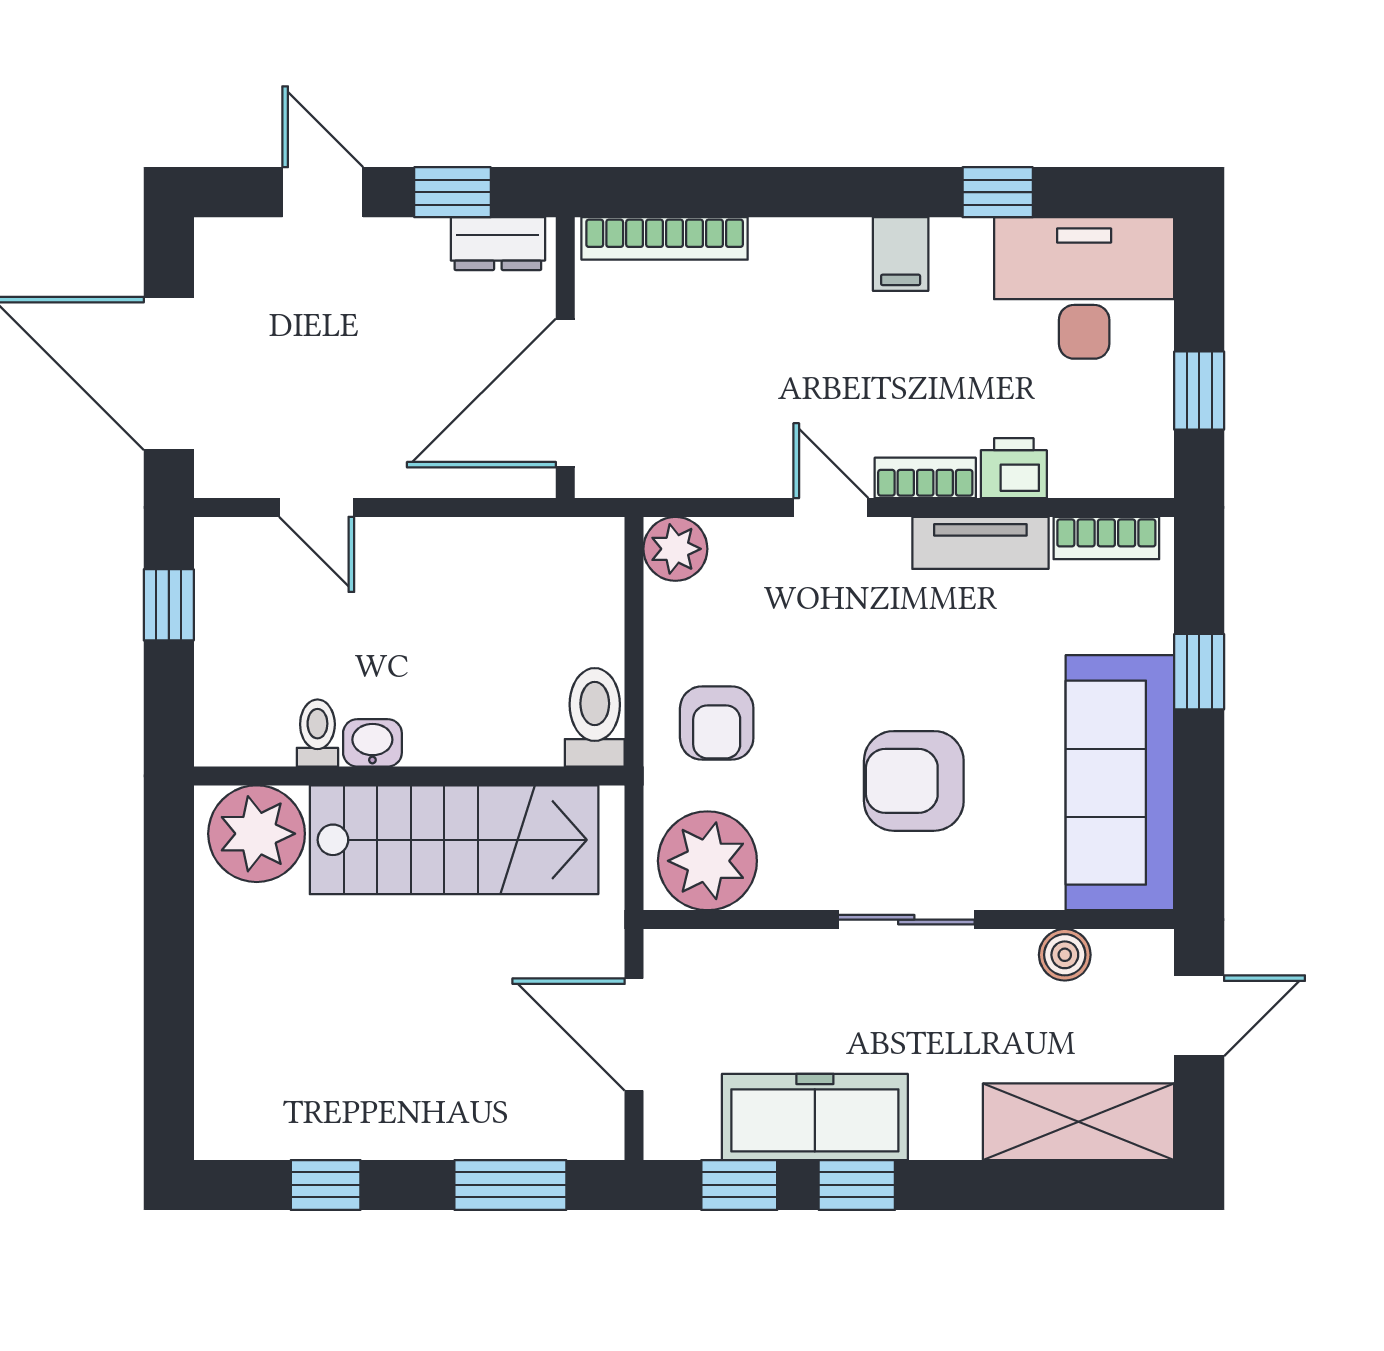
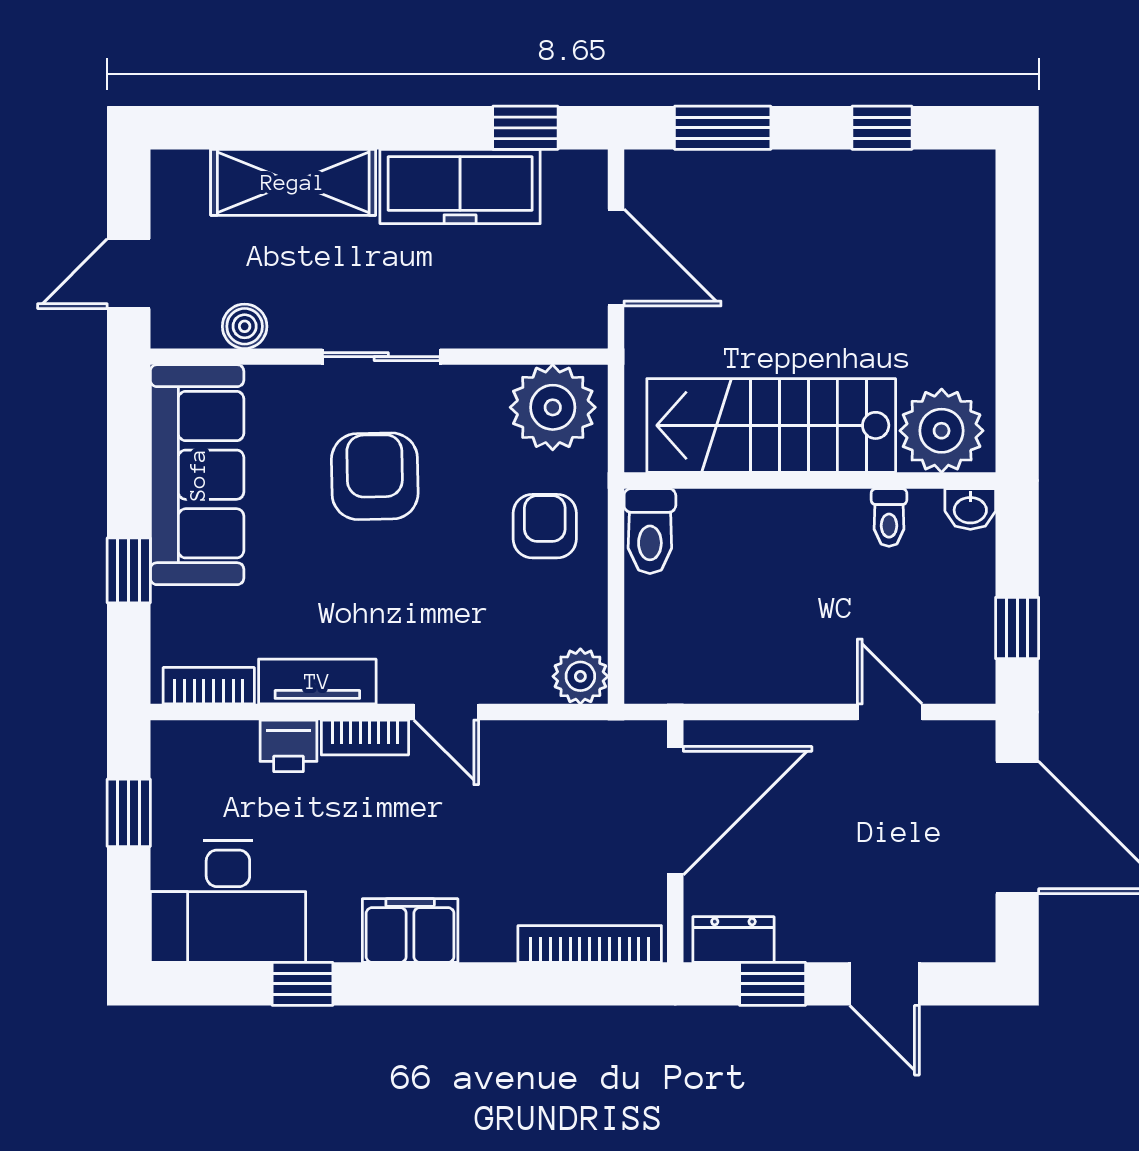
filing cabinet: (901, 254) -> (410, 931), width x2.00
washbasin: (372, 743) -> (970, 509), moved
armchair: (914, 781) -> (375, 476), turned -91
shelving: (1079, 1122) -> (293, 182), moved
window: (857, 1185) -> (424, 128), removed

